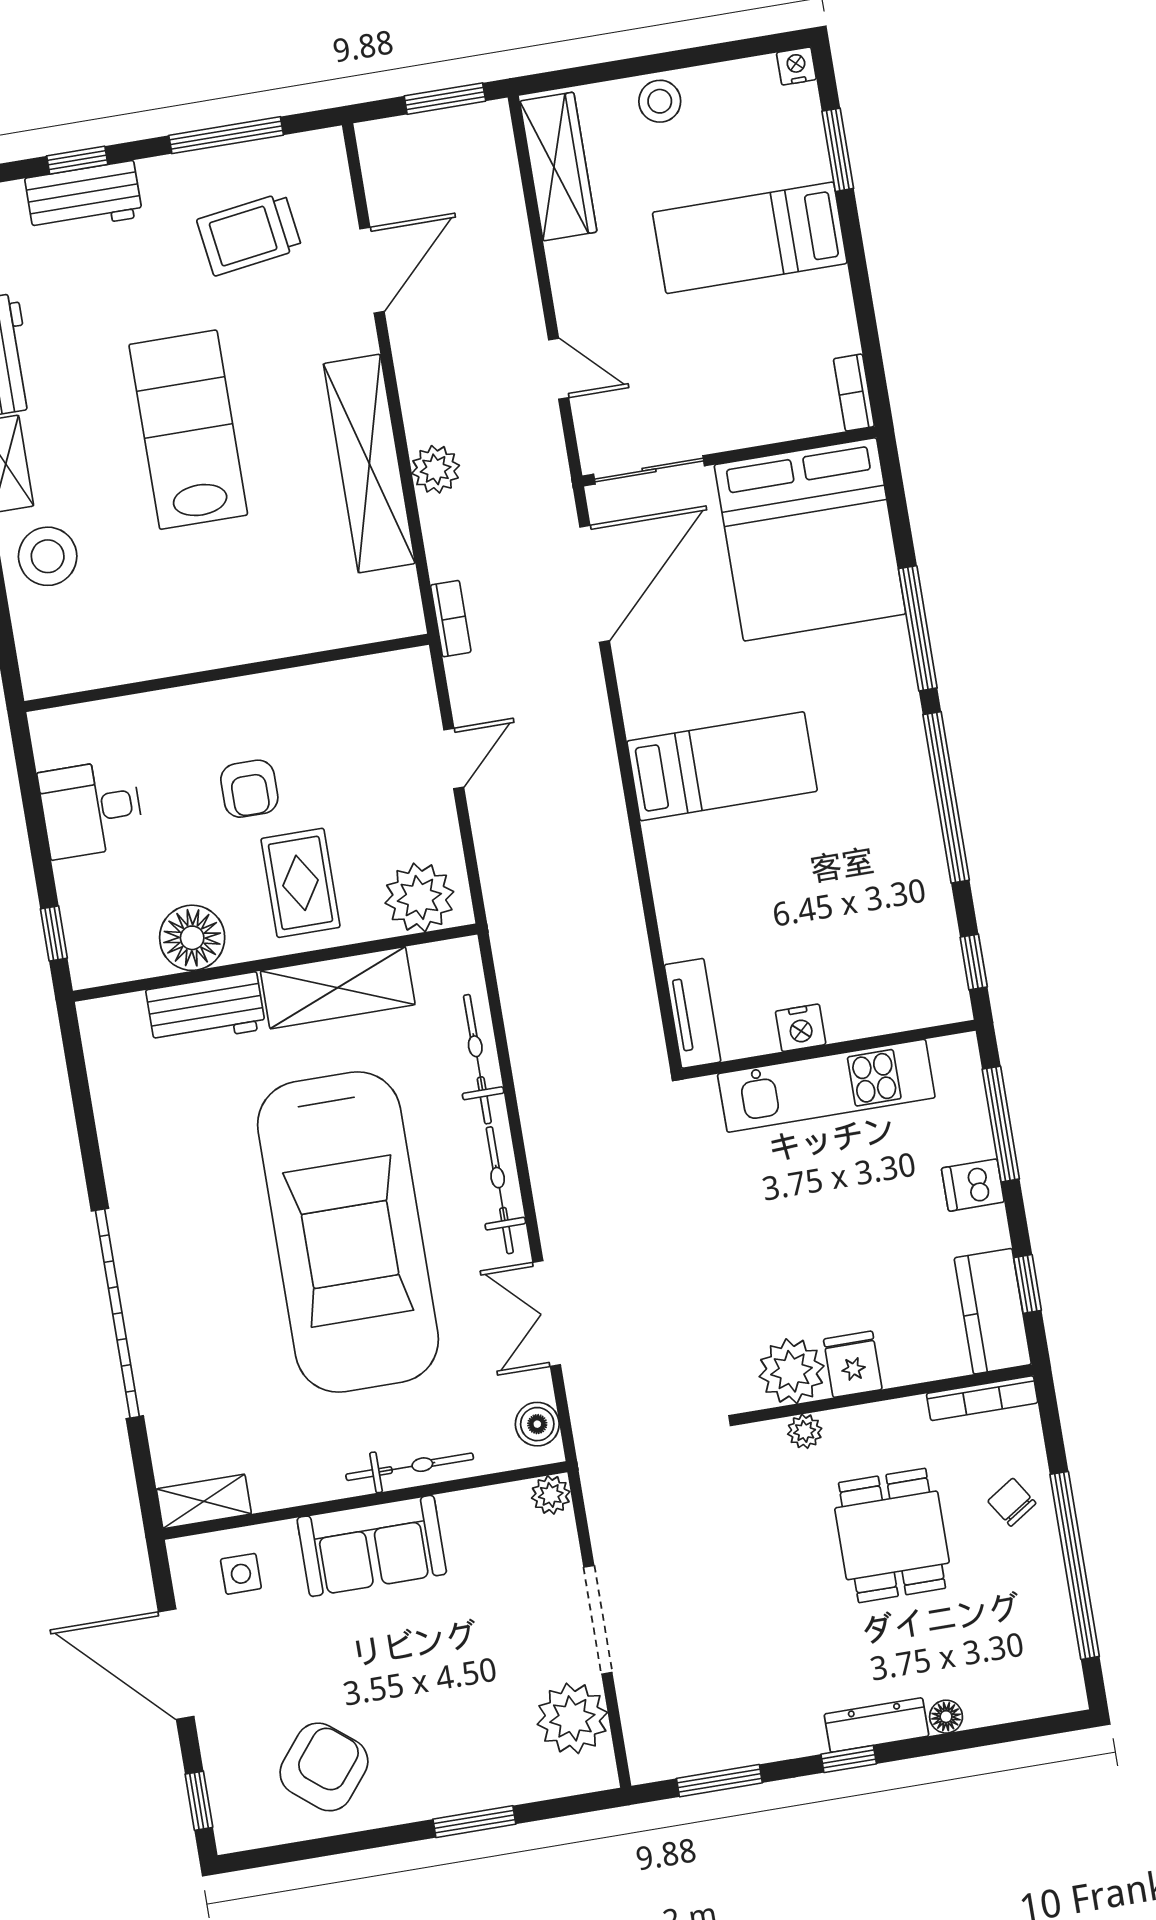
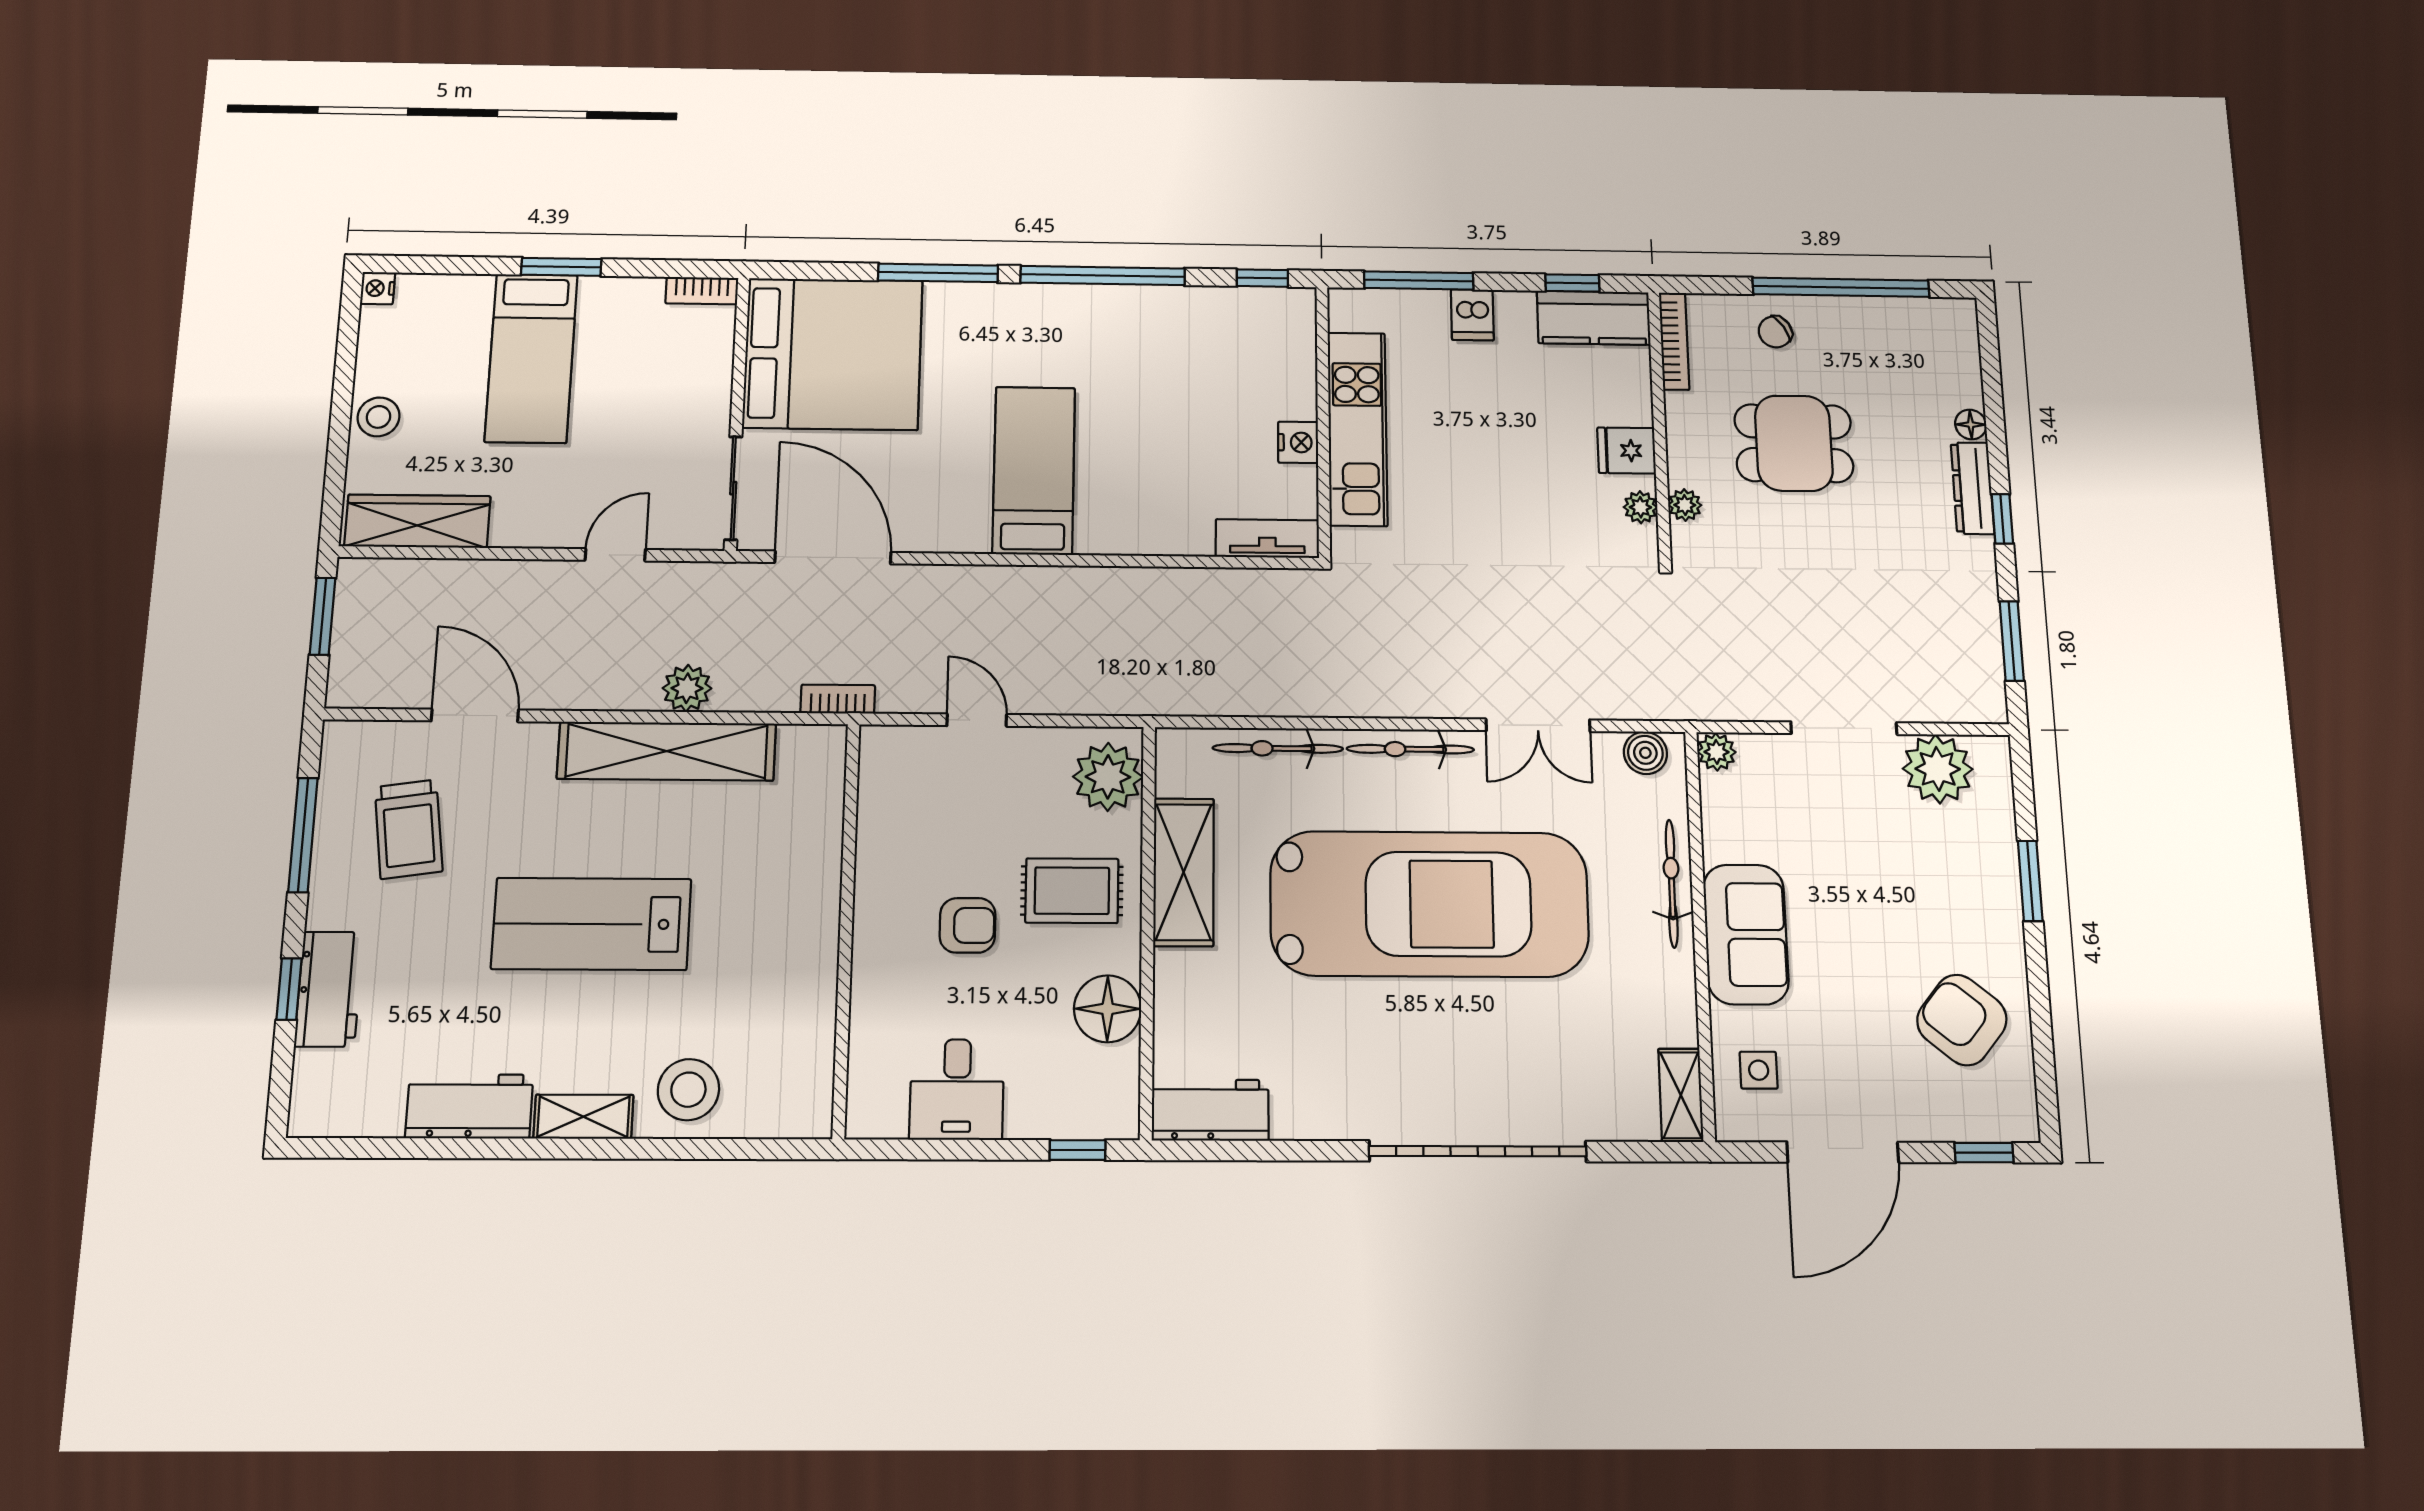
window: (838, 150) -> (561, 267), moved
workbench: (206, 1009) -> (1210, 1110), moved, turned -90
plant: (792, 1371) -> (1640, 507), width x0.53, depth x0.53

